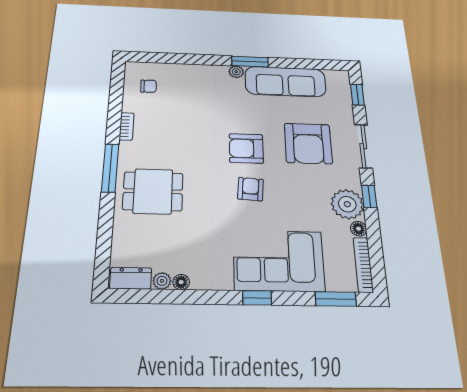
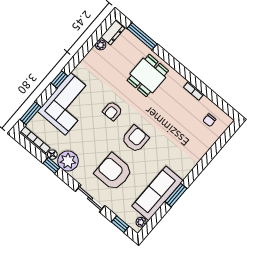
window: (250, 62) -> (176, 195), moved
plant: (236, 72) -> (141, 222), moved
window: (110, 168) -> (142, 36), moved
armchair: (250, 189) -> (112, 111), moved, turned 86
window: (369, 196) -> (51, 165), moved
floor lamp: (181, 282) -> (93, 53), removed

